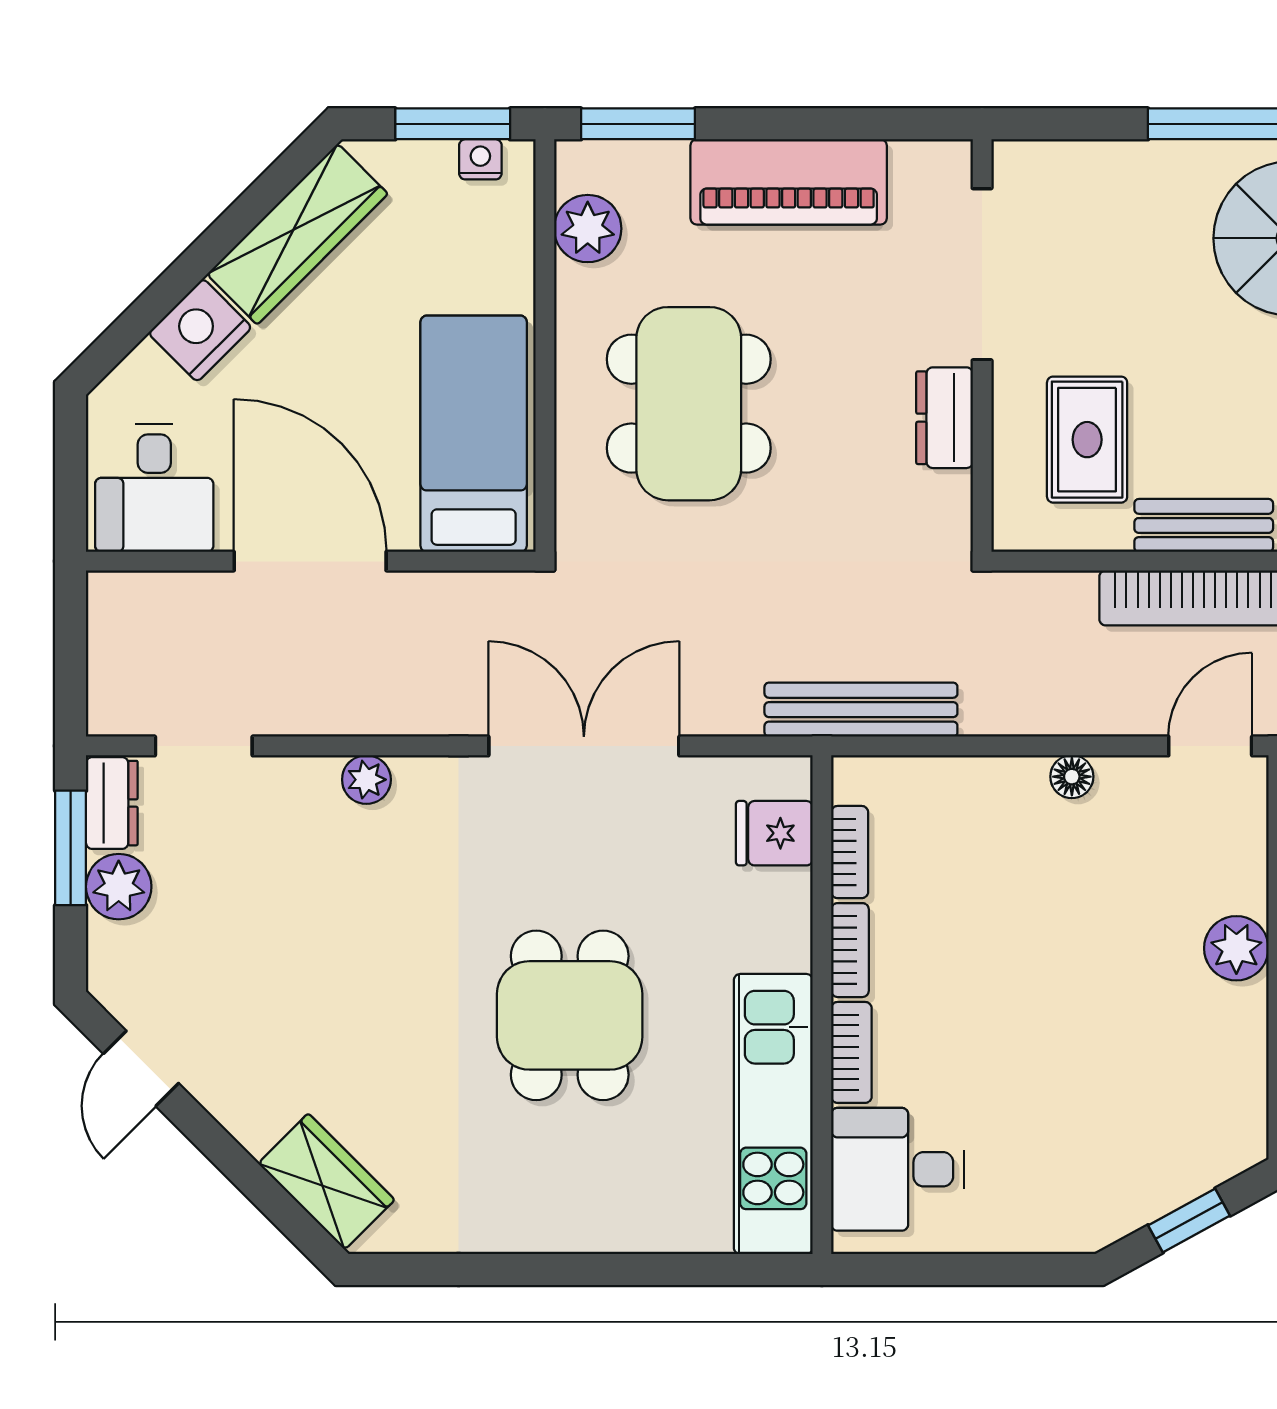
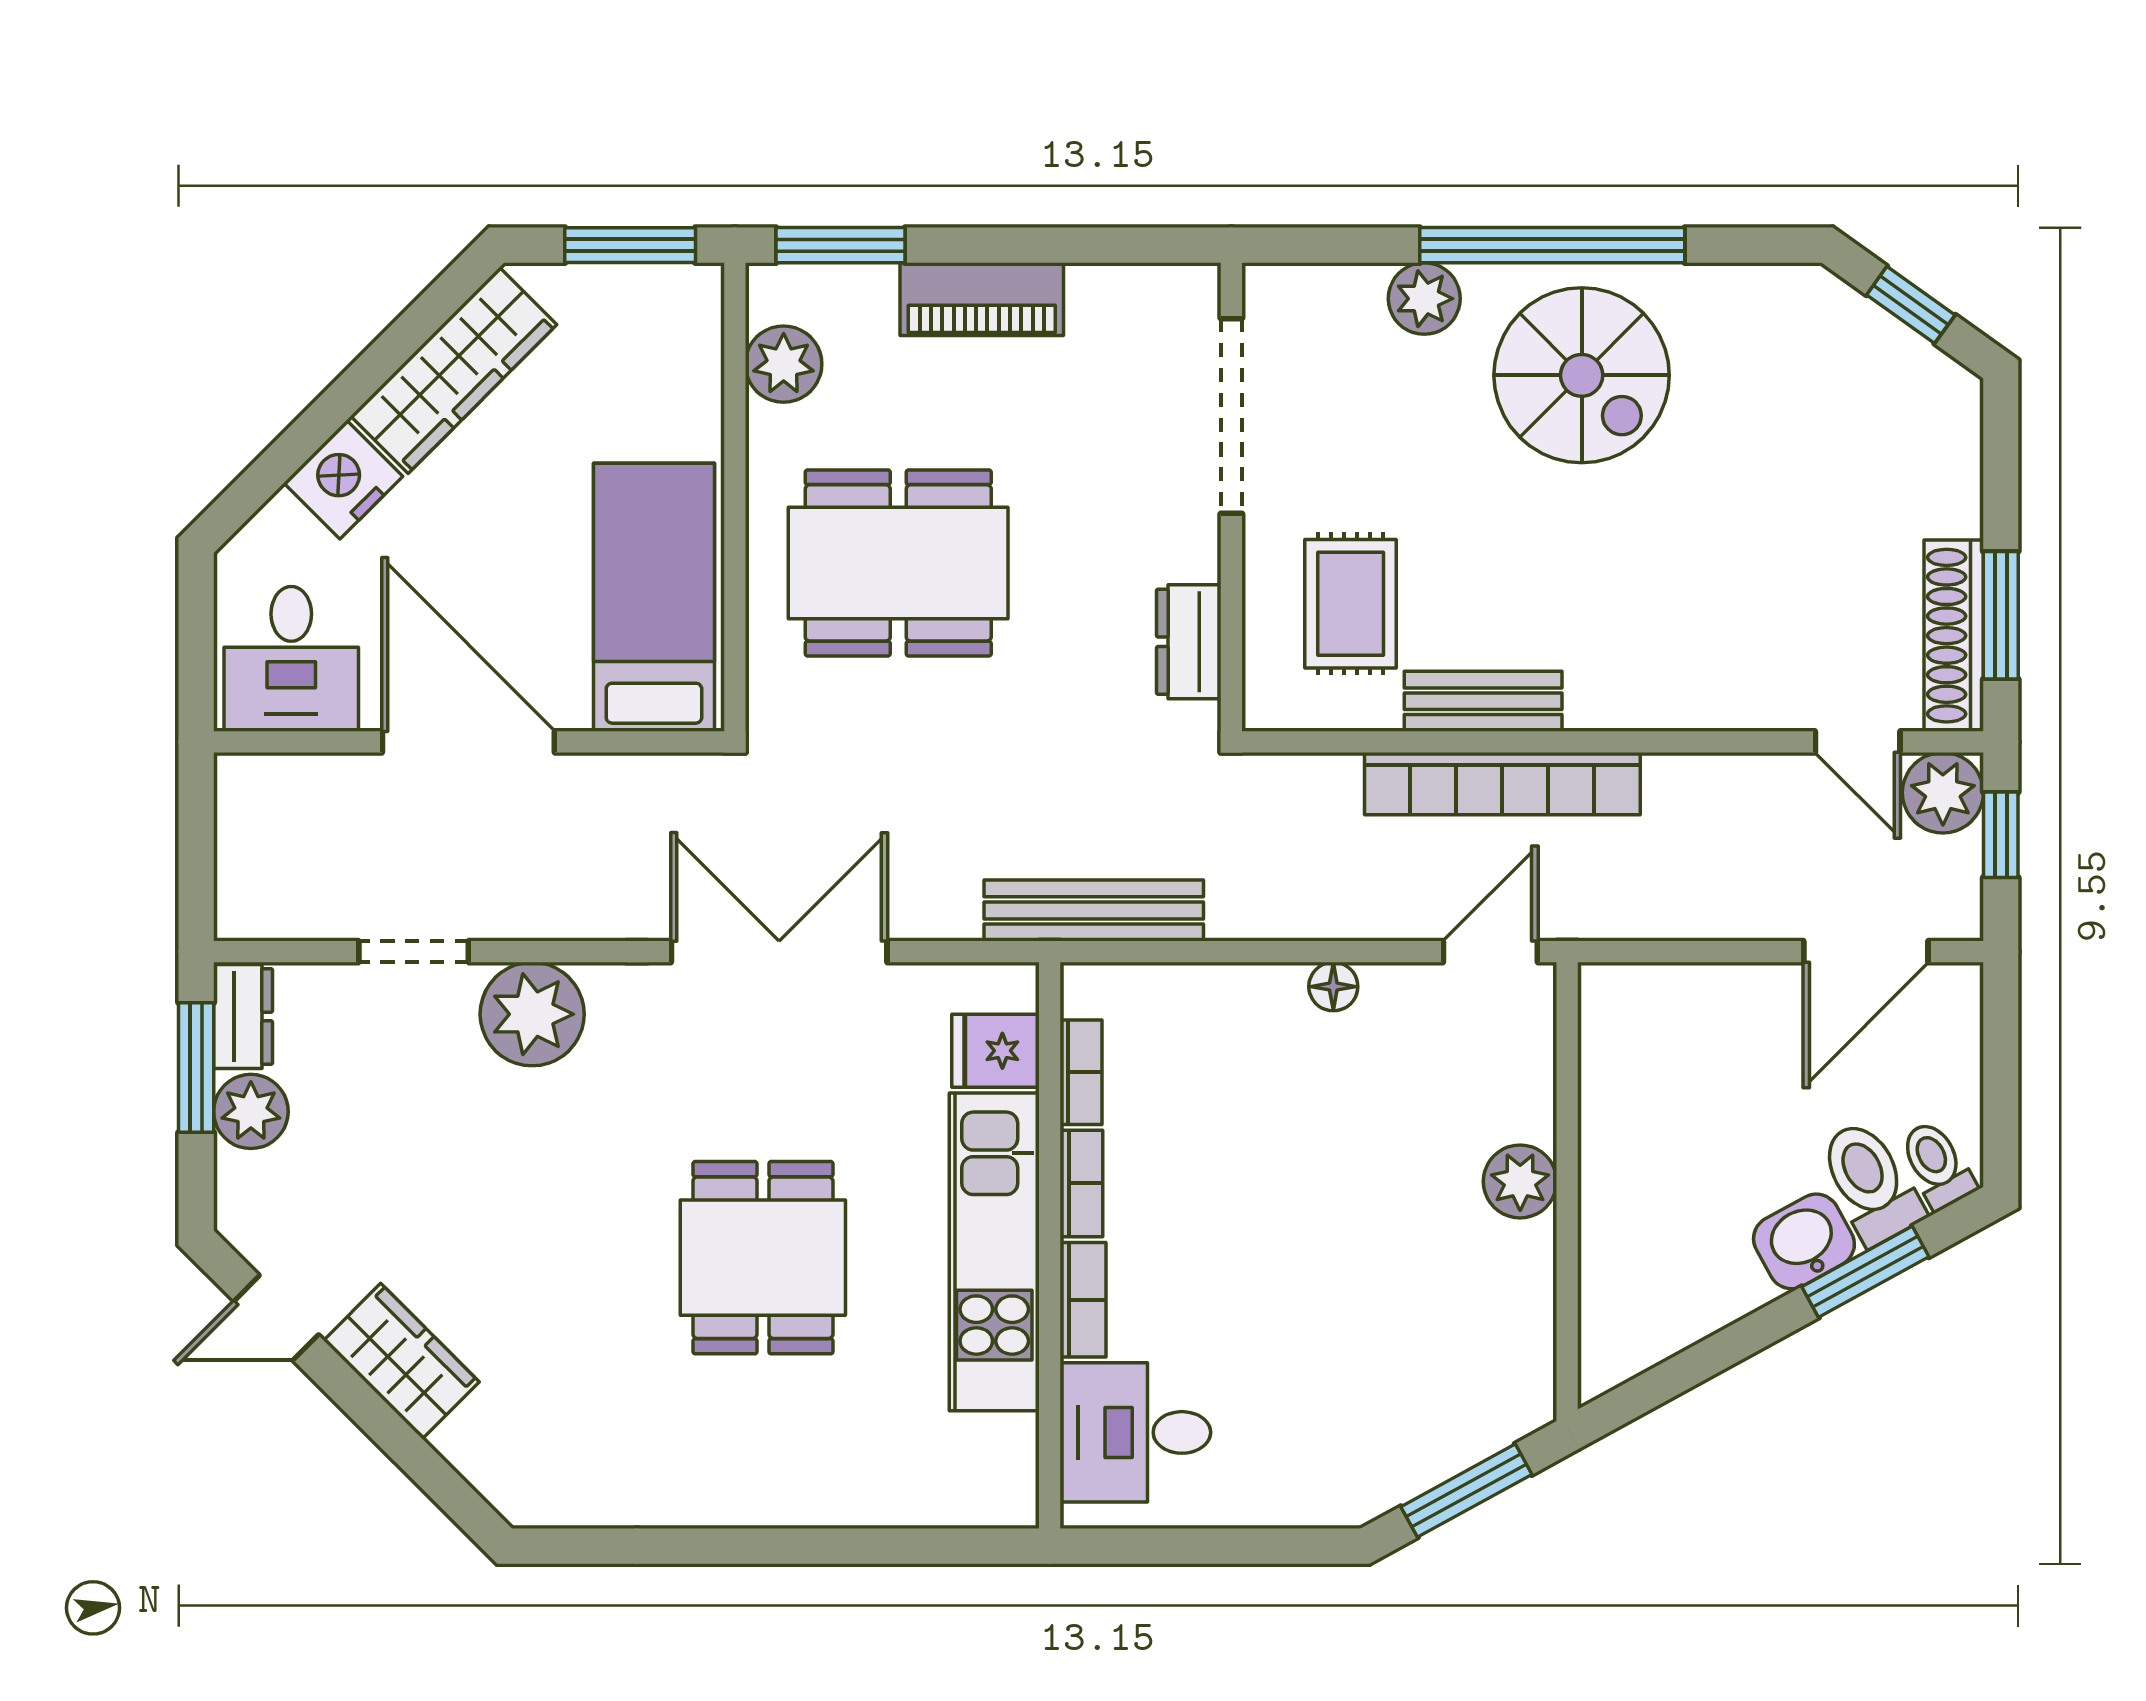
nightstand: (480, 159) -> (662, 286), removed
plant: (1152, 171) -> (1424, 299), added
piano: (789, 182) -> (982, 299), width x0.73, depth x0.75
dining table: (689, 404) -> (898, 563), turned 90
dresser: (945, 418) -> (1189, 642), moved
doorway: (204, 746) -> (414, 952), moved
plant: (366, 780) -> (532, 1014), width x1.88, depth x1.88
door: (141, 1068) -> (276, 1318), hinge flipped
kitchen unit: (773, 1114) -> (994, 1252), moved
wardrobe: (326, 1182) -> (401, 1361), moved
window: (1189, 1220) -> (1466, 1491), width x1.50

